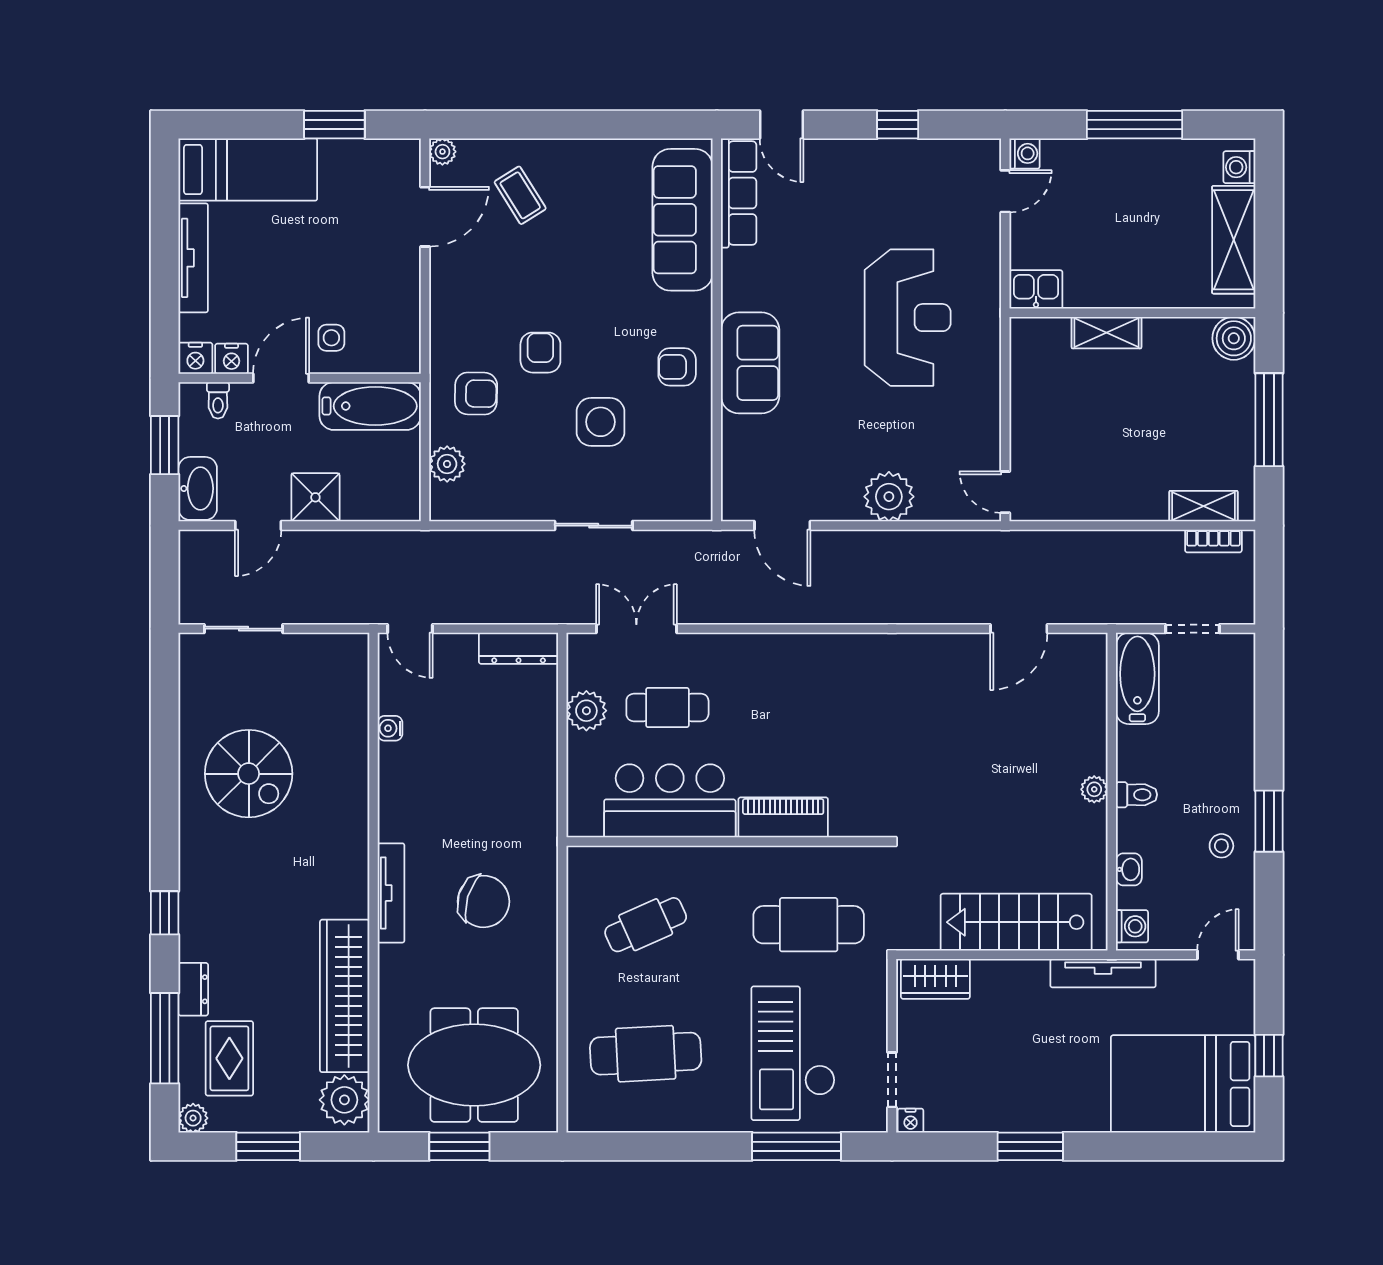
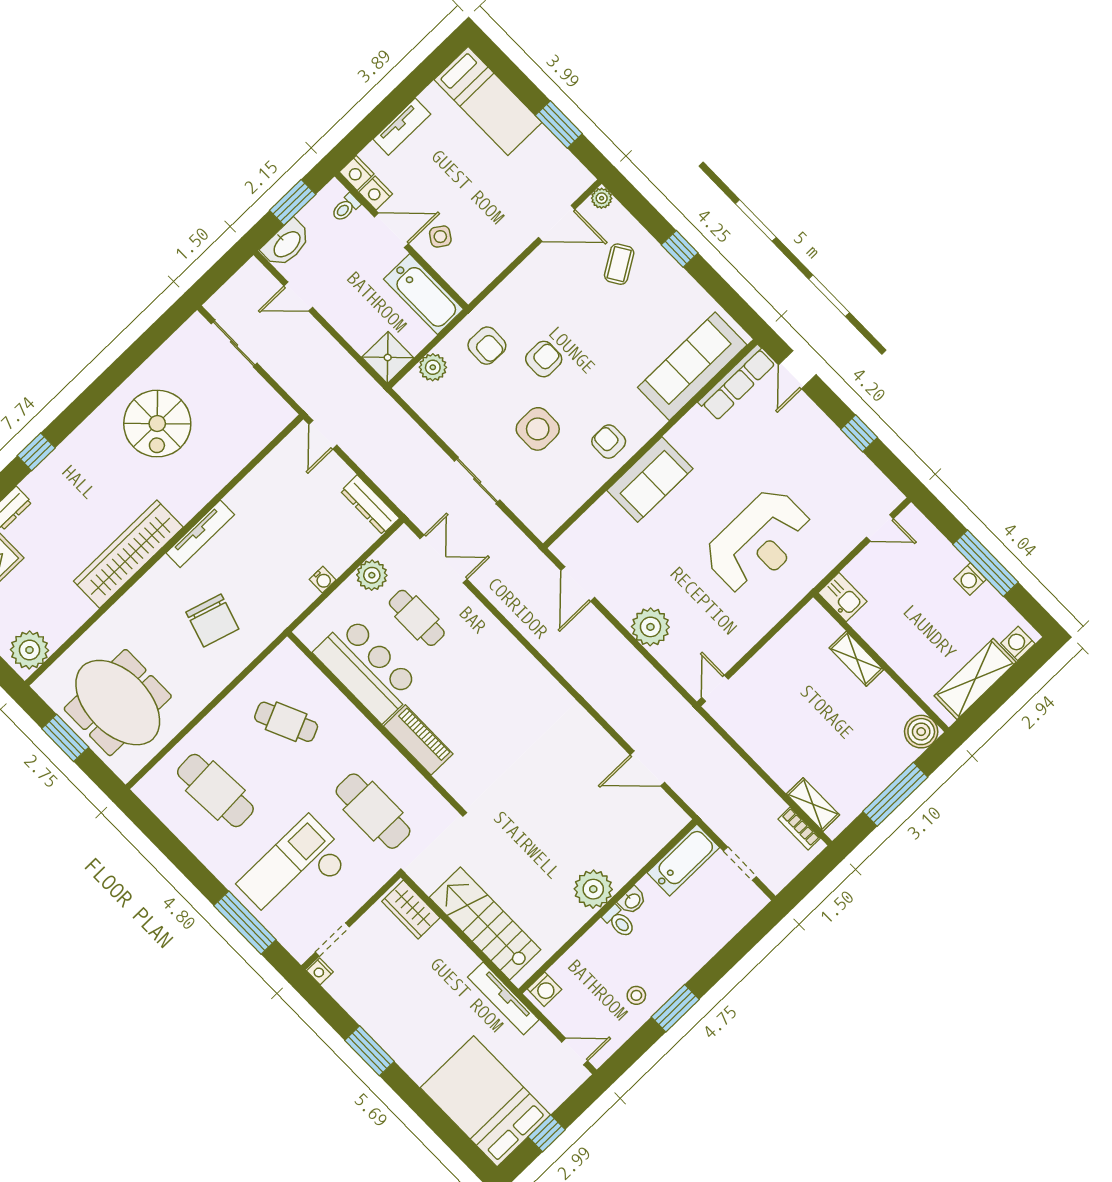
window: (561, 125) -> (680, 249), added
washing machine: (1025, 153) -> (970, 579), moved, turned 90
tv unit: (193, 258) -> (402, 127), width x0.71
side table: (331, 338) -> (440, 237), turned 34
shower: (315, 497) -> (388, 357), moved
water cooler: (390, 728) -> (323, 580), moved, turned 180
plant: (1094, 789) -> (593, 889), width x1.88, depth x1.88
washbasin: (1129, 869) -> (632, 901), moved
tv unit: (391, 893) -> (200, 534), moved
wardrobe: (345, 996) -> (128, 554), moved

